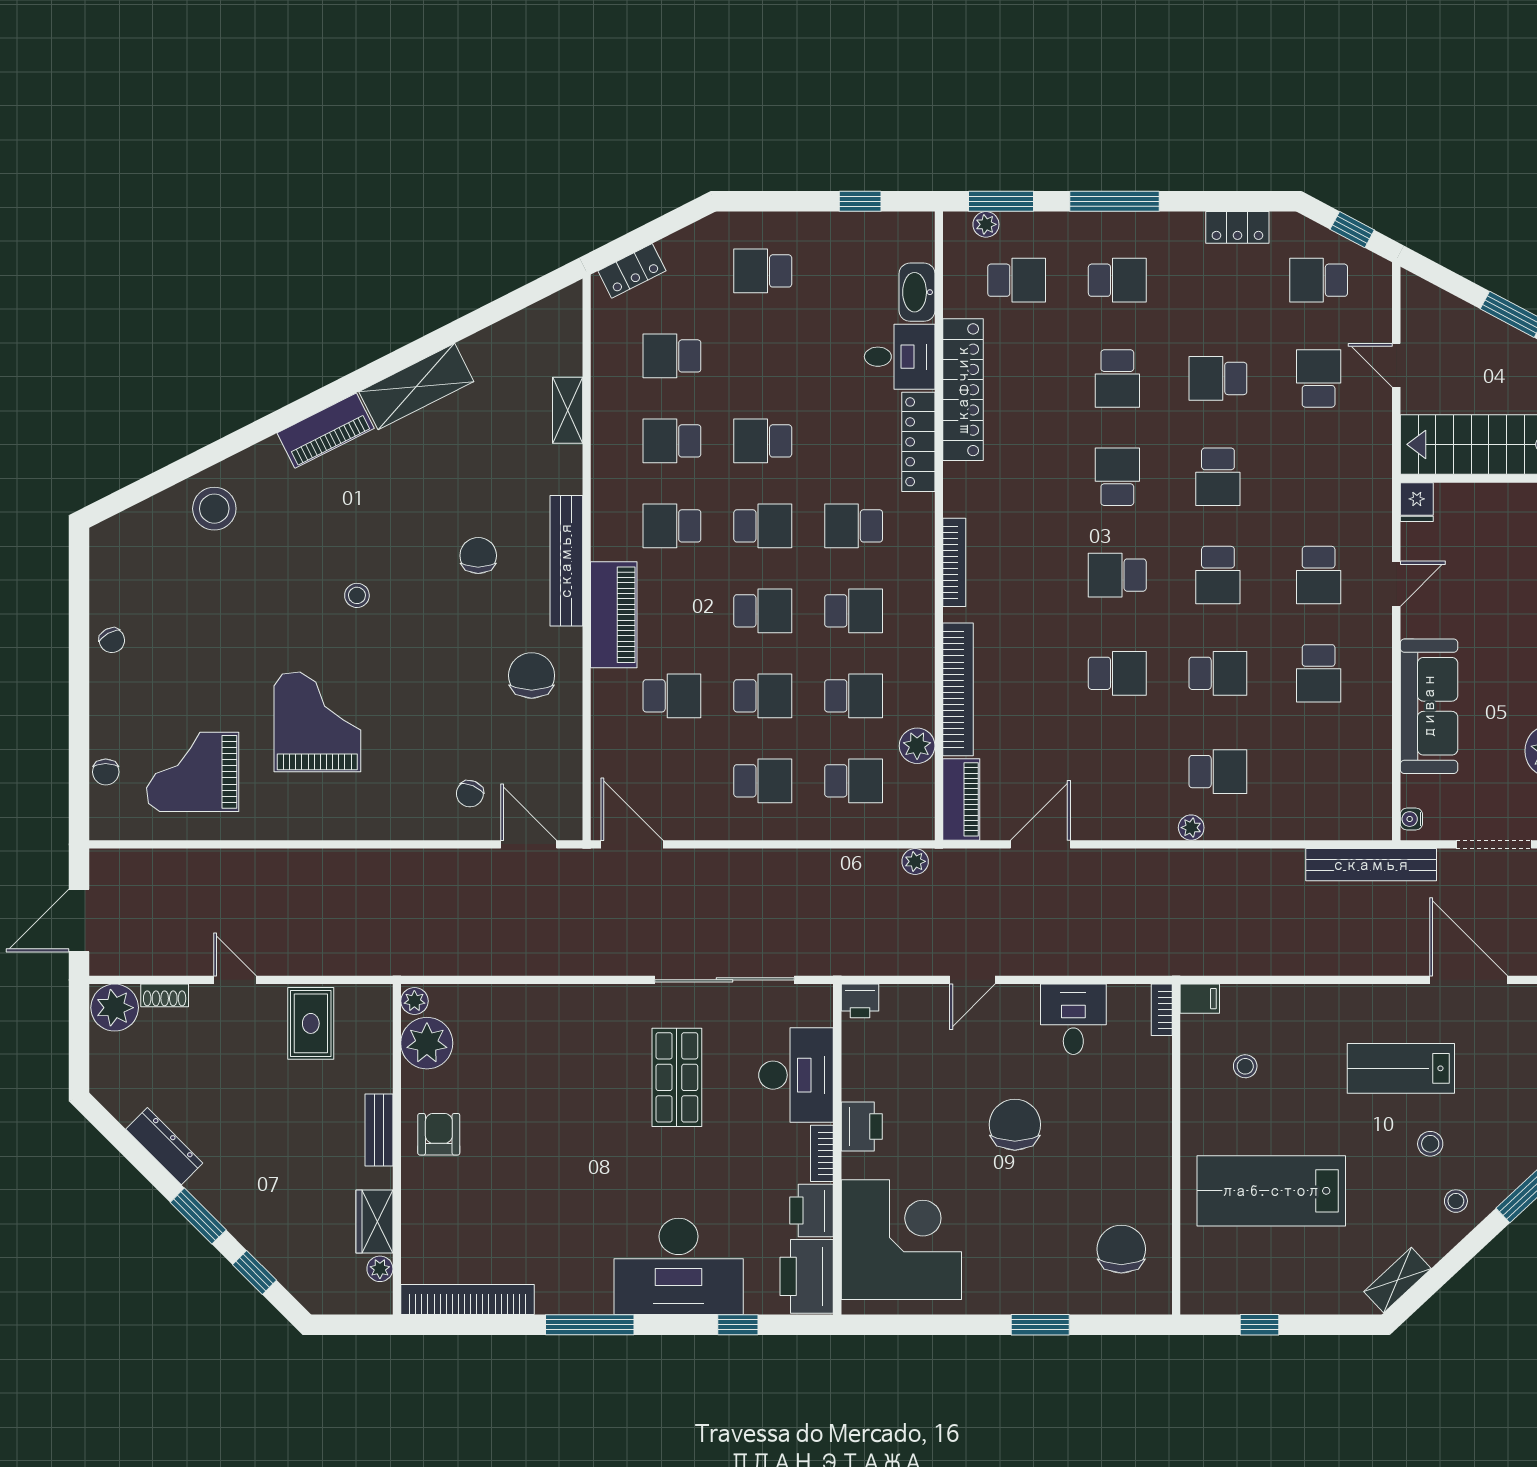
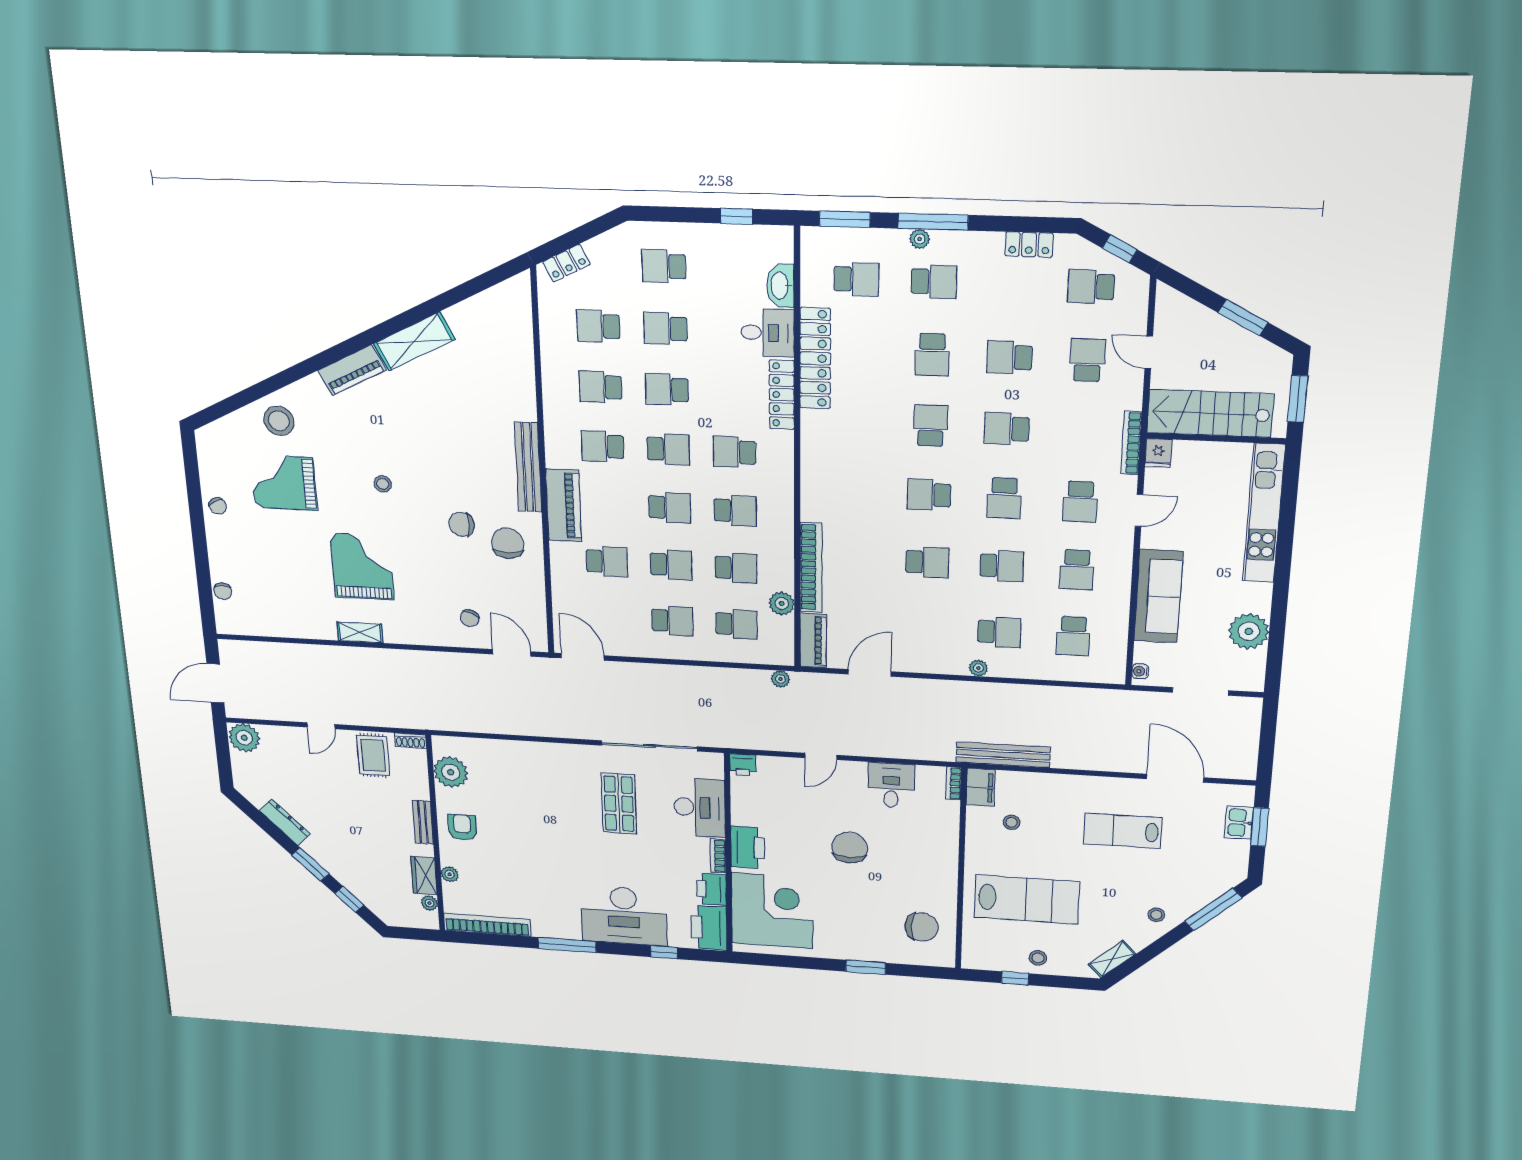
plant: (986, 224) -> (920, 239), moved
school desk: (763, 356) -> (665, 329), added
shelving: (568, 410) -> (360, 632), moved, turned 90
school desk: (1218, 477) -> (1007, 429), turned 90
chair: (478, 556) -> (462, 524), moved, turned -90
bookcase: (954, 562) -> (1131, 443), moved, turned 180
grand piano: (193, 772) -> (284, 483), moved
school desk: (1319, 772) -> (1073, 636), added
bench: (1371, 865) -> (1003, 755), moved
door: (235, 980) -> (321, 726), swing flipped
shoe rack: (165, 995) -> (410, 741), moved
filing cabinet: (1200, 999) -> (981, 787), width x2.00
plant: (414, 1001) -> (450, 874), moved
printer: (862, 1127) -> (748, 847), width x1.37, depth x1.19
stool: (1430, 1144) -> (1038, 958), moved
lab bench: (1271, 1191) -> (1027, 900), turned 180
chair: (1121, 1249) -> (922, 927), turned 90

